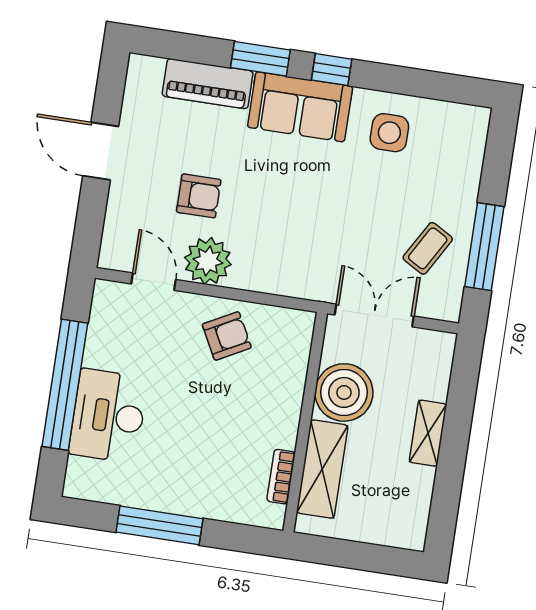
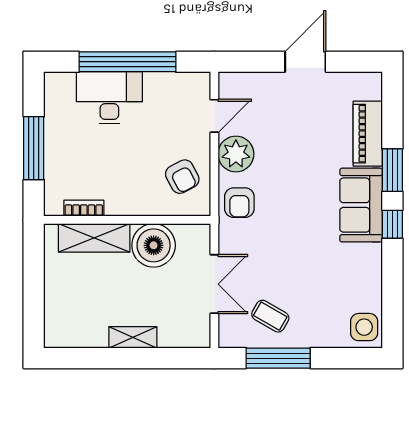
side table: (389, 133) -> (364, 327), moved
armchair: (199, 196) -> (239, 203), moved
boiler: (344, 392) -> (154, 245), moved
wall: (305, 422) -> (127, 220), moved
shelving: (322, 469) -> (94, 238), moved
bookcase: (281, 477) -> (84, 208), moved

